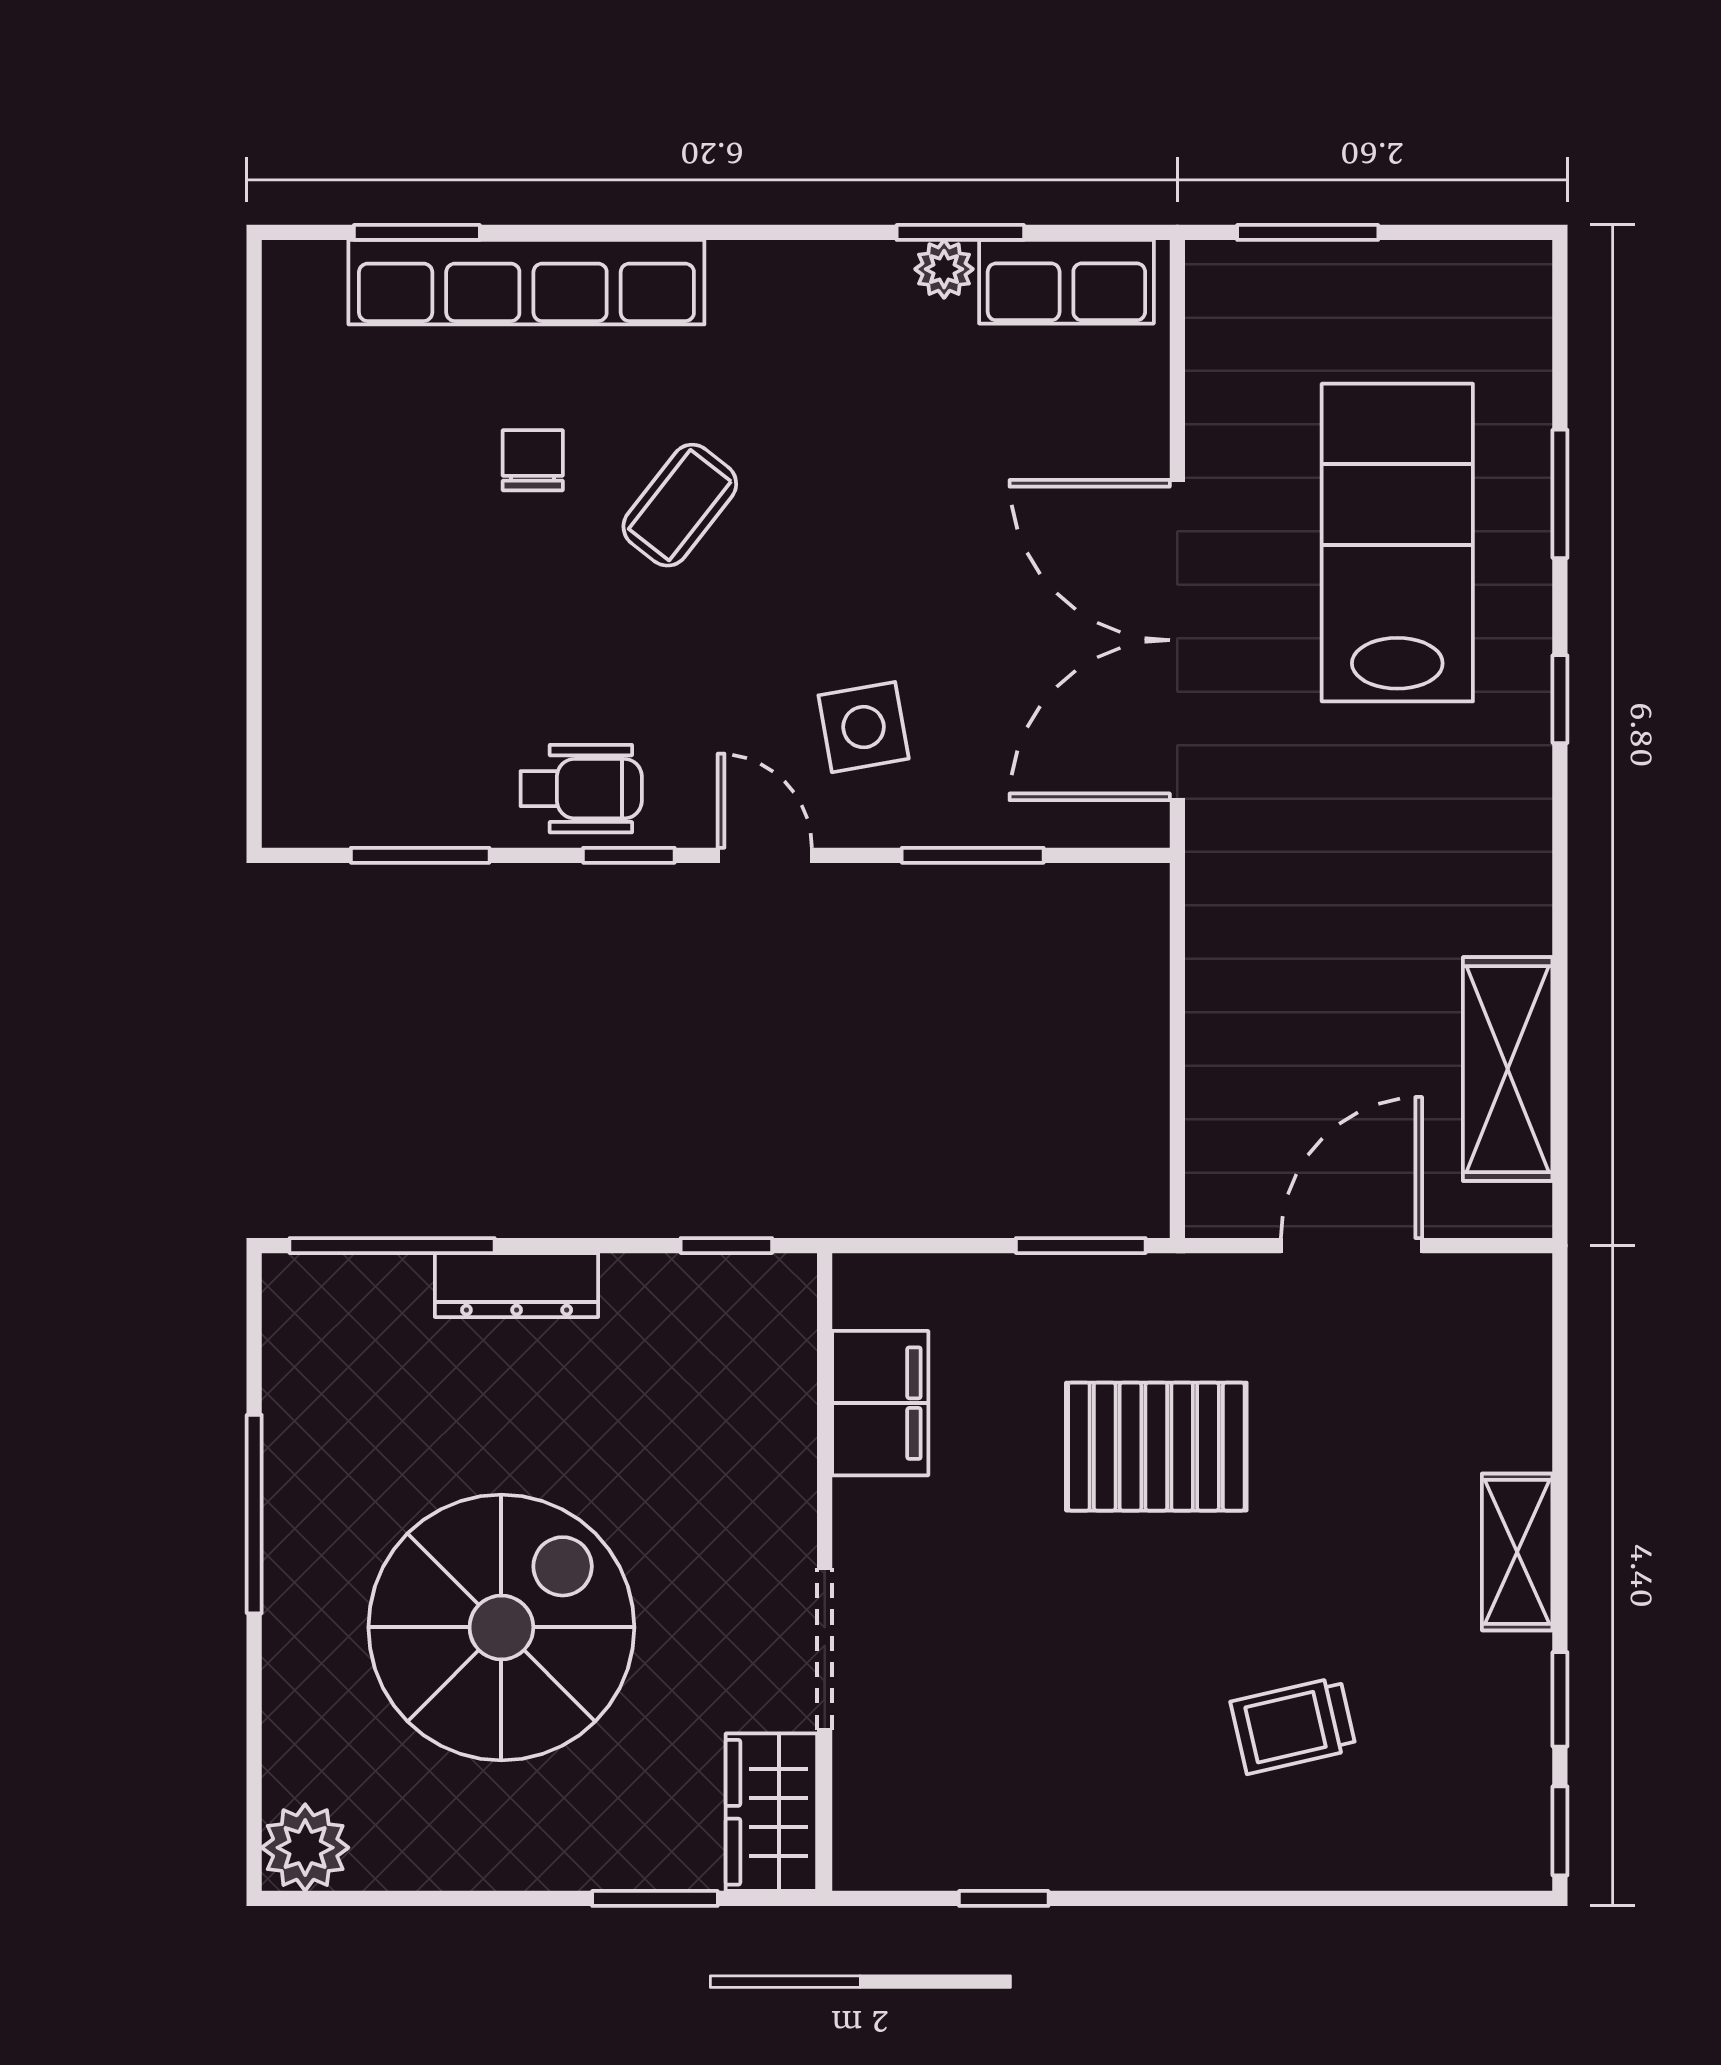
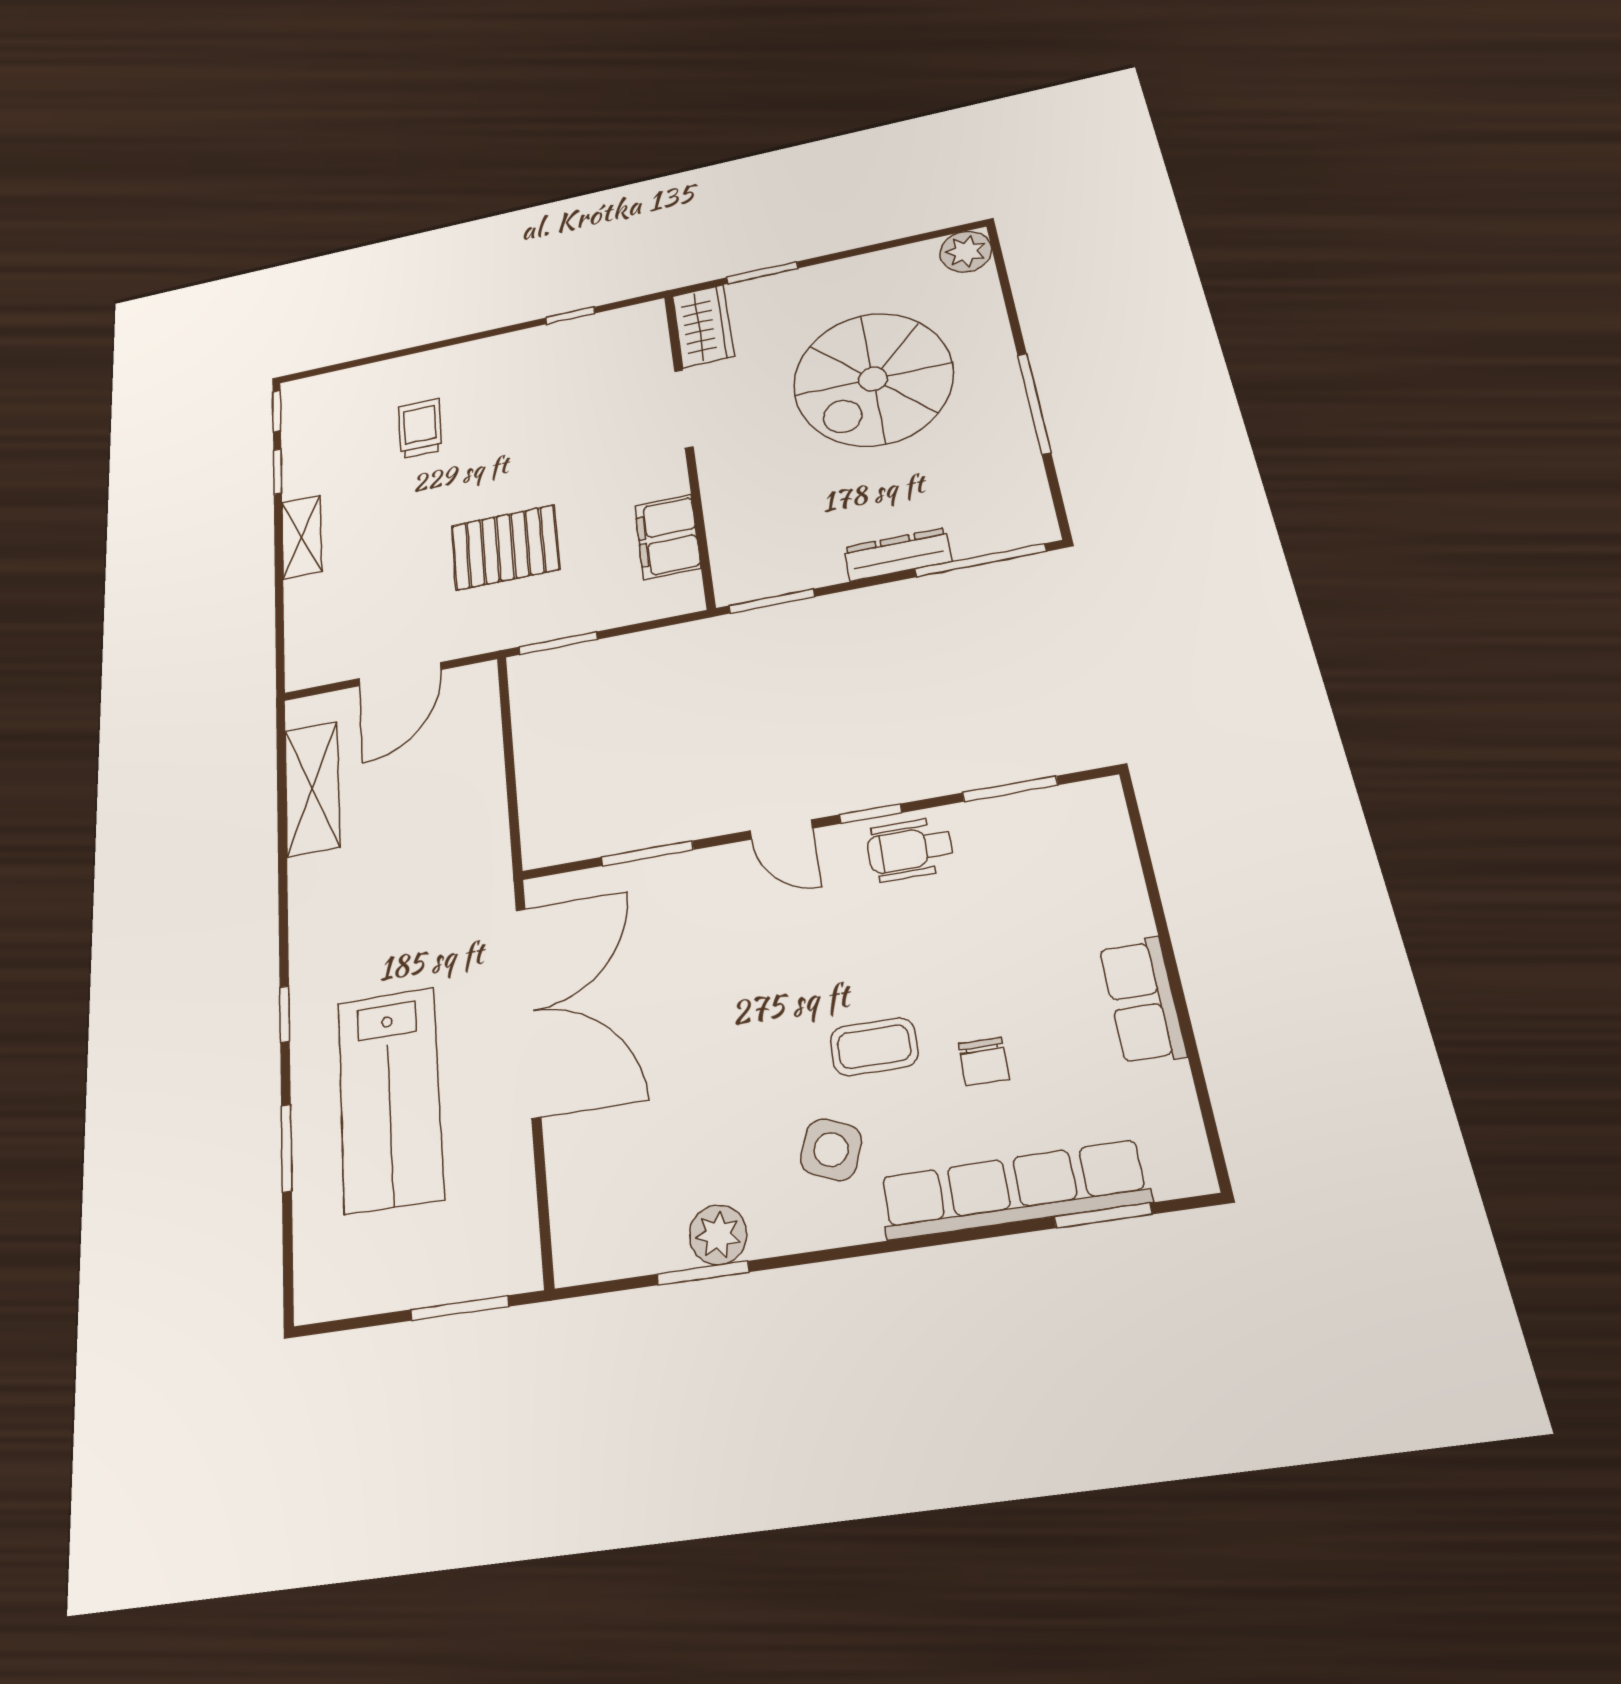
plant: (944, 269) -> (718, 1235), width x1.38, depth x1.38
row of seats: (1066, 282) -> (1142, 1001), moved, turned -90
coffee table: (680, 505) -> (874, 1047), turned 52
side table: (864, 727) -> (831, 1150), moved, turned 32
window: (726, 1246) -> (772, 601), width x1.50
trolley: (1293, 1725) -> (420, 428), turned -77

